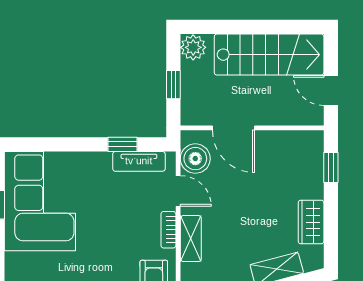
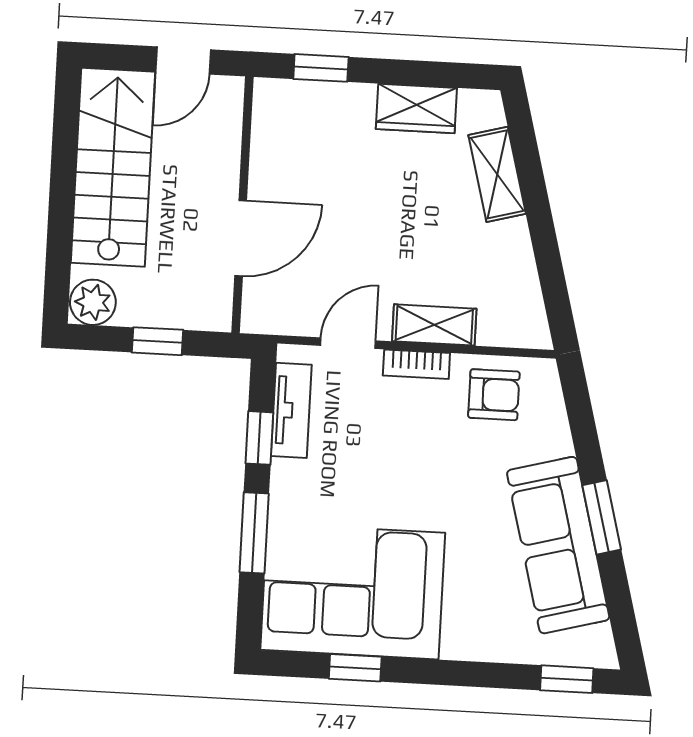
window: (69, 144) -> (254, 533), added
boiler: (195, 159) -> (292, 309), removed

